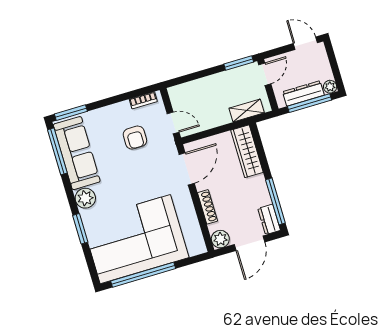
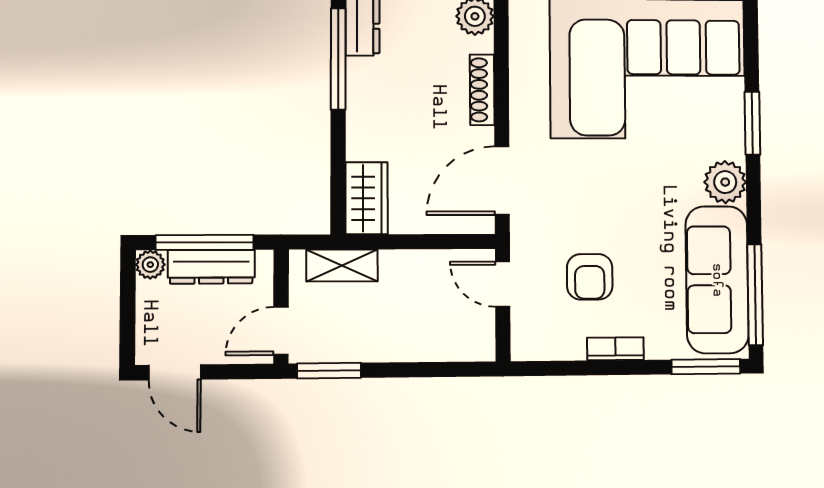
bookcase: (143, 100) -> (615, 349), moved
armchair: (135, 138) -> (590, 277), turned 180
wardrobe: (247, 151) -> (367, 198), width x0.67

